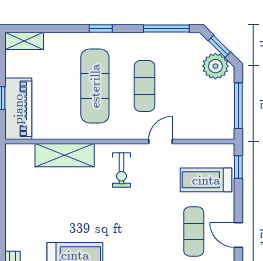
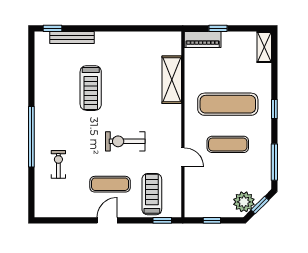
window: (238, 106) -> (212, 220), width x0.46
piano: (18, 109) -> (203, 40), width x0.73, depth x0.75
exercise bike: (122, 170) -> (125, 141), moved, width x1.38, depth x1.39

